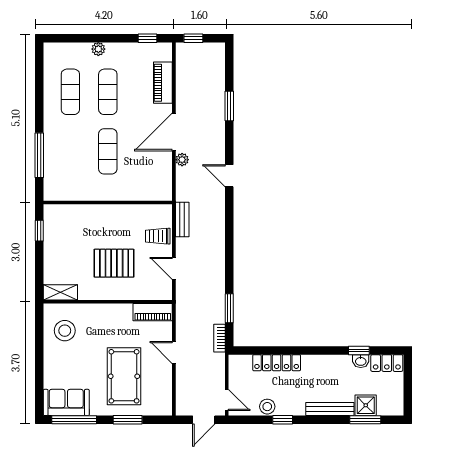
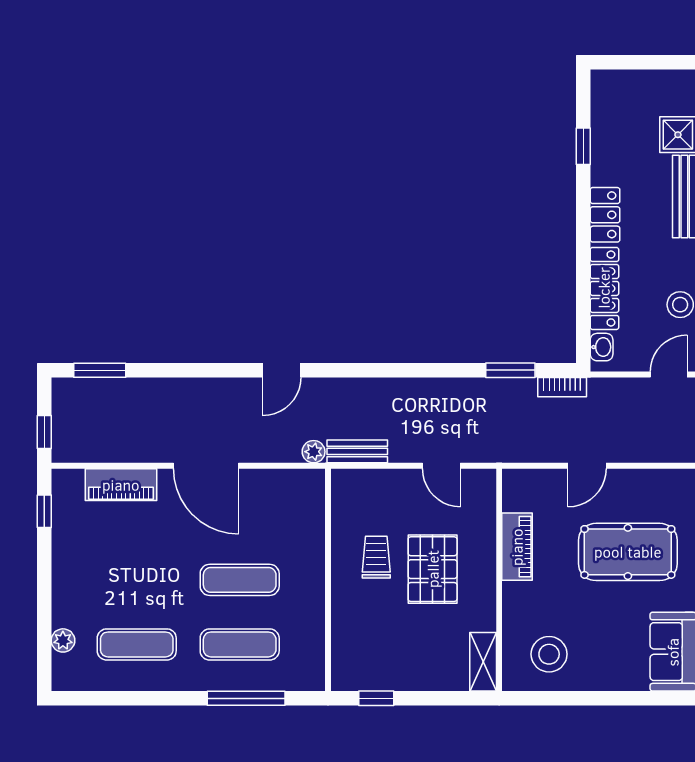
plant: (98, 49) -> (63, 640), moved
exercise mat: (108, 92) -> (240, 644), moved
window: (229, 106) -> (100, 370), moved
plant: (182, 160) -> (314, 452), moved
trolley: (158, 236) -> (376, 557), moved, turned 180
door: (174, 268) -> (441, 466), hinge flipped
piano: (153, 312) -> (517, 547), moved
washbasin: (361, 361) -> (602, 347), moved
locker: (387, 363) -> (605, 215), moved

